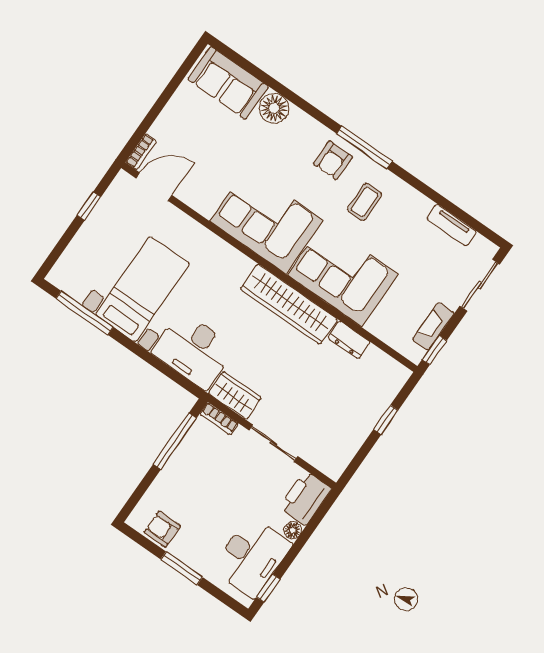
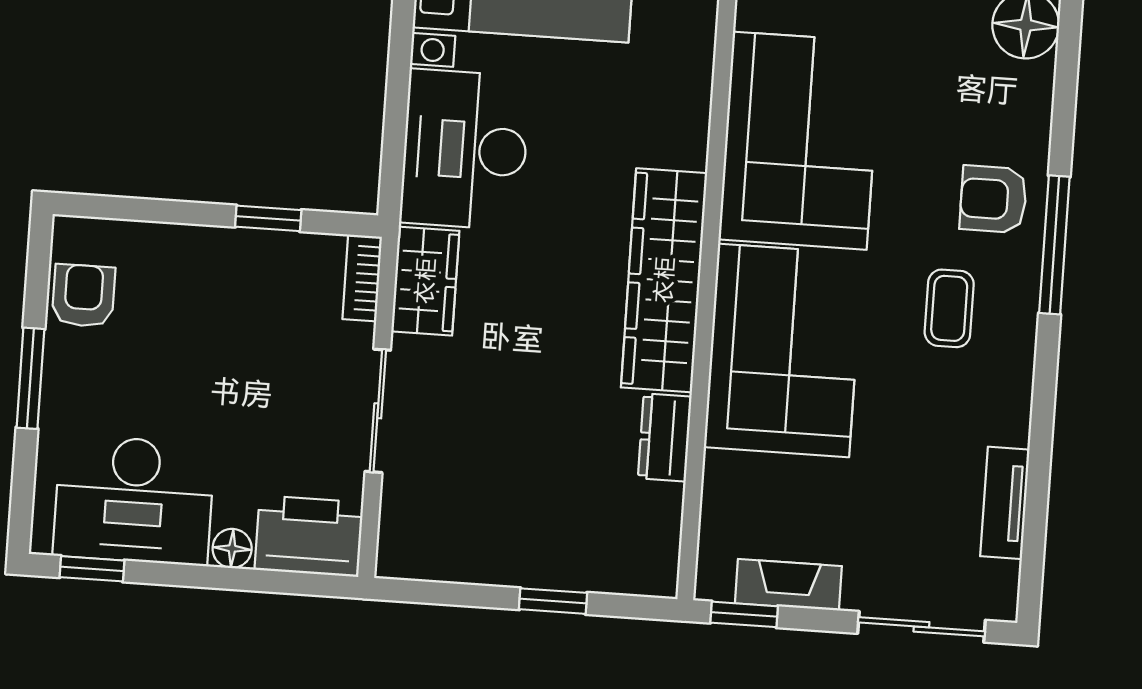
coffee table: (365, 202) -> (949, 308), turned 90
window: (175, 441) -> (268, 218), width x0.46

